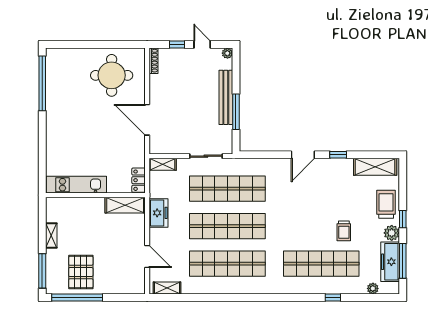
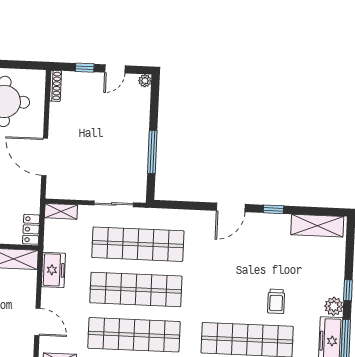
door: (202, 44) -> (115, 69), swing flipped
bench: (226, 97) -> (141, 134), removed
trolley: (386, 204) -> (329, 271), removed

